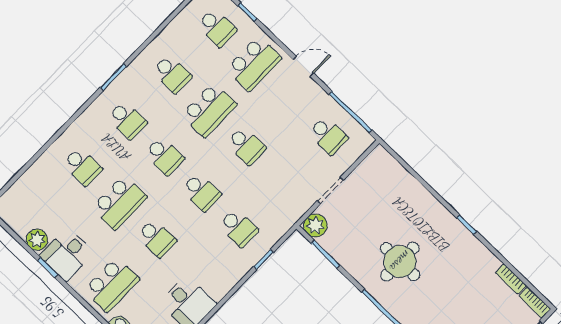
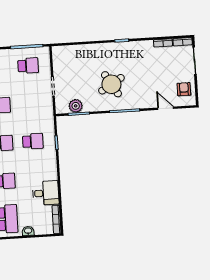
plant: (315, 225) -> (76, 106), moved
round table: (400, 262) -> (111, 84), turned -31

